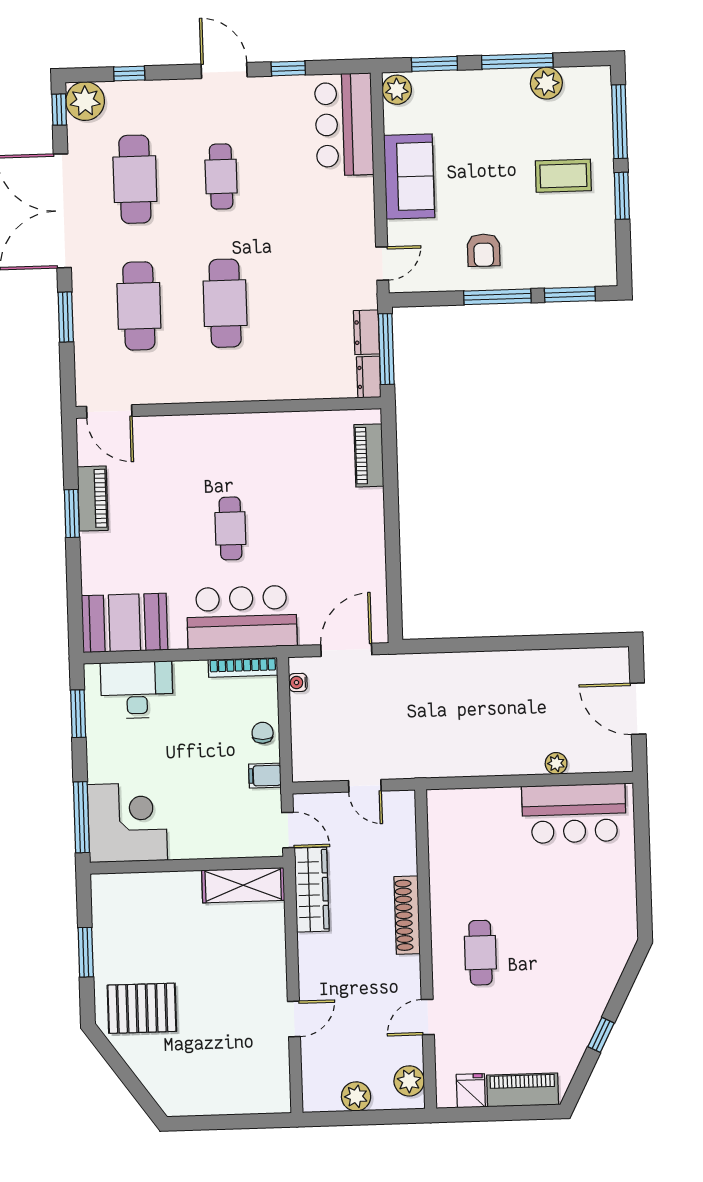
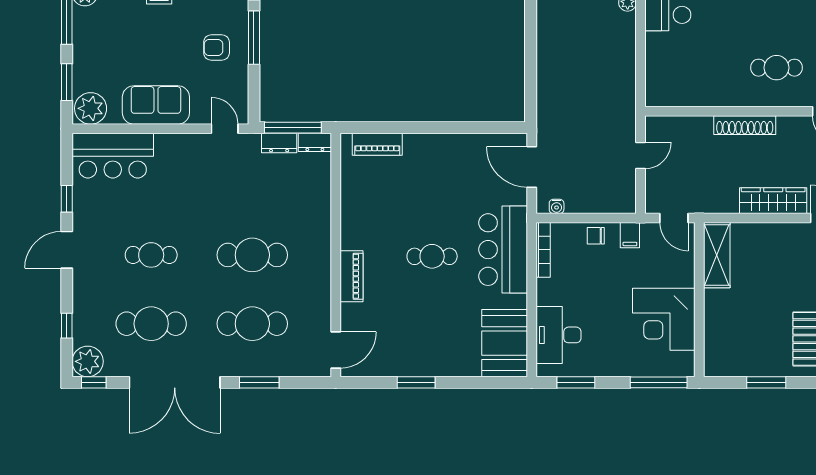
plant: (397, 90) -> (91, 108), width x1.36, depth x1.36
armchair: (484, 250) -> (217, 48), turned 180
piano: (93, 499) -> (352, 276), moved, turned 90
corner desk: (127, 822) -> (664, 319), moved, turned -90
door: (288, 830) -> (674, 218), swing flipped
wardrobe: (312, 890) -> (773, 201), moved

